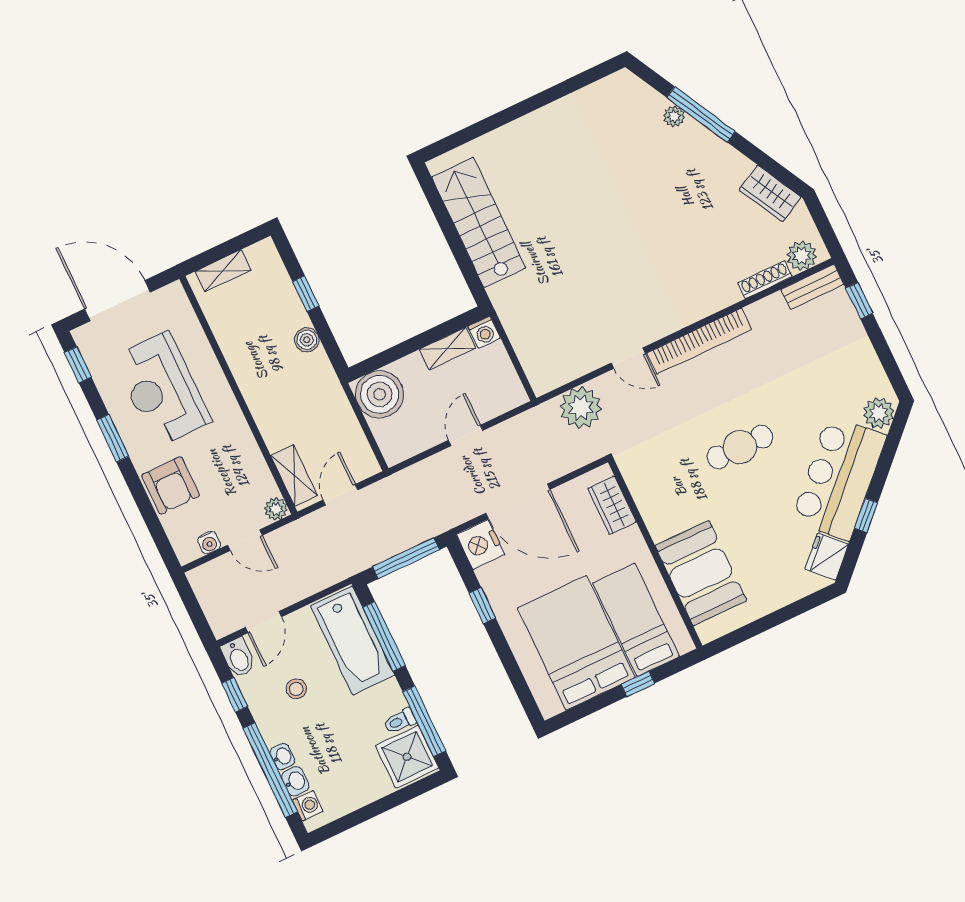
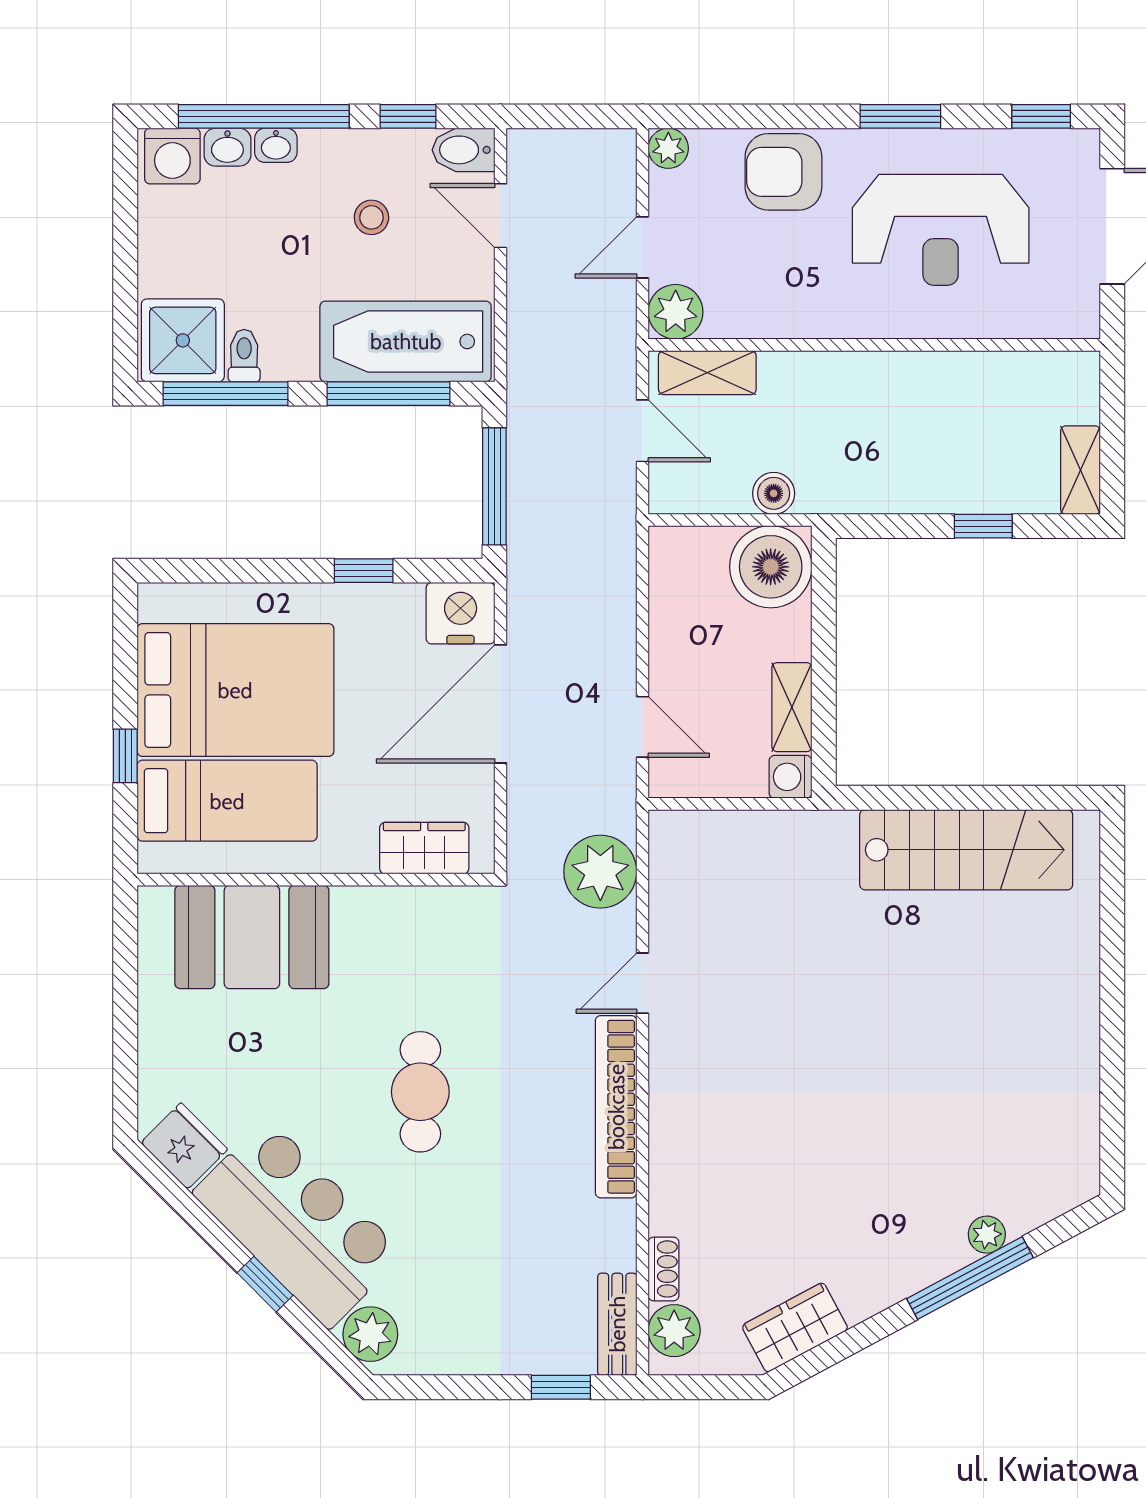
shelving: (223, 271) -> (1081, 470), moved
shoe rack: (765, 280) -> (664, 1269), width x0.70
boiler: (307, 340) -> (774, 493), moved
reception desk: (162, 389) -> (941, 230), turned 180
door: (466, 435) -> (642, 727), moved
plant: (276, 509) -> (676, 312), width x1.38, depth x1.38
window: (866, 515) -> (265, 1284), moved
water cooler: (209, 543) -> (665, 189), removed
plant: (187, 551) -> (668, 148), added
washing machine: (308, 806) -> (172, 156), width x1.38, depth x1.38

